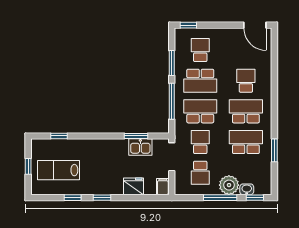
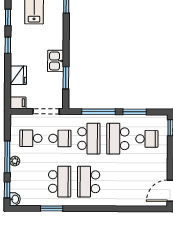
school desk: (246, 81) -> (118, 182), removed
school desk: (246, 111) -> (89, 182), turned 180
kitchen sink: (140, 147) -> (56, 61), moved
plant: (229, 185) -> (15, 161), width x0.53, depth x0.53
washbasin: (247, 189) -> (15, 199), moved

